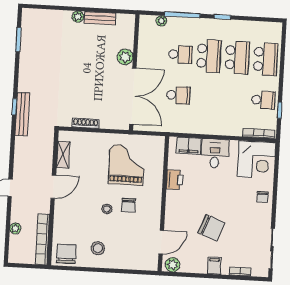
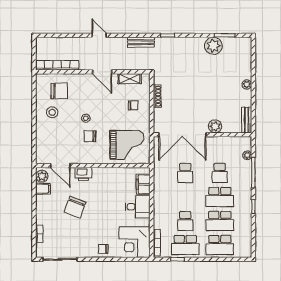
bench: (100, 18) -> (247, 120), moved
school desk: (235, 98) -> (185, 221), added
school desk: (263, 100) -> (185, 245), width x1.85
bench: (22, 114) -> (141, 42), moved, width x0.73
chair: (95, 152) -> (133, 105), added
grand piano: (127, 165) -> (127, 145), moved
printer: (175, 180) -> (83, 174), moved
plant: (15, 228) -> (213, 46), moved, width x1.87, depth x1.87
chair: (66, 254) -> (59, 91), moved
filing cabinet: (214, 266) -> (43, 189), moved

